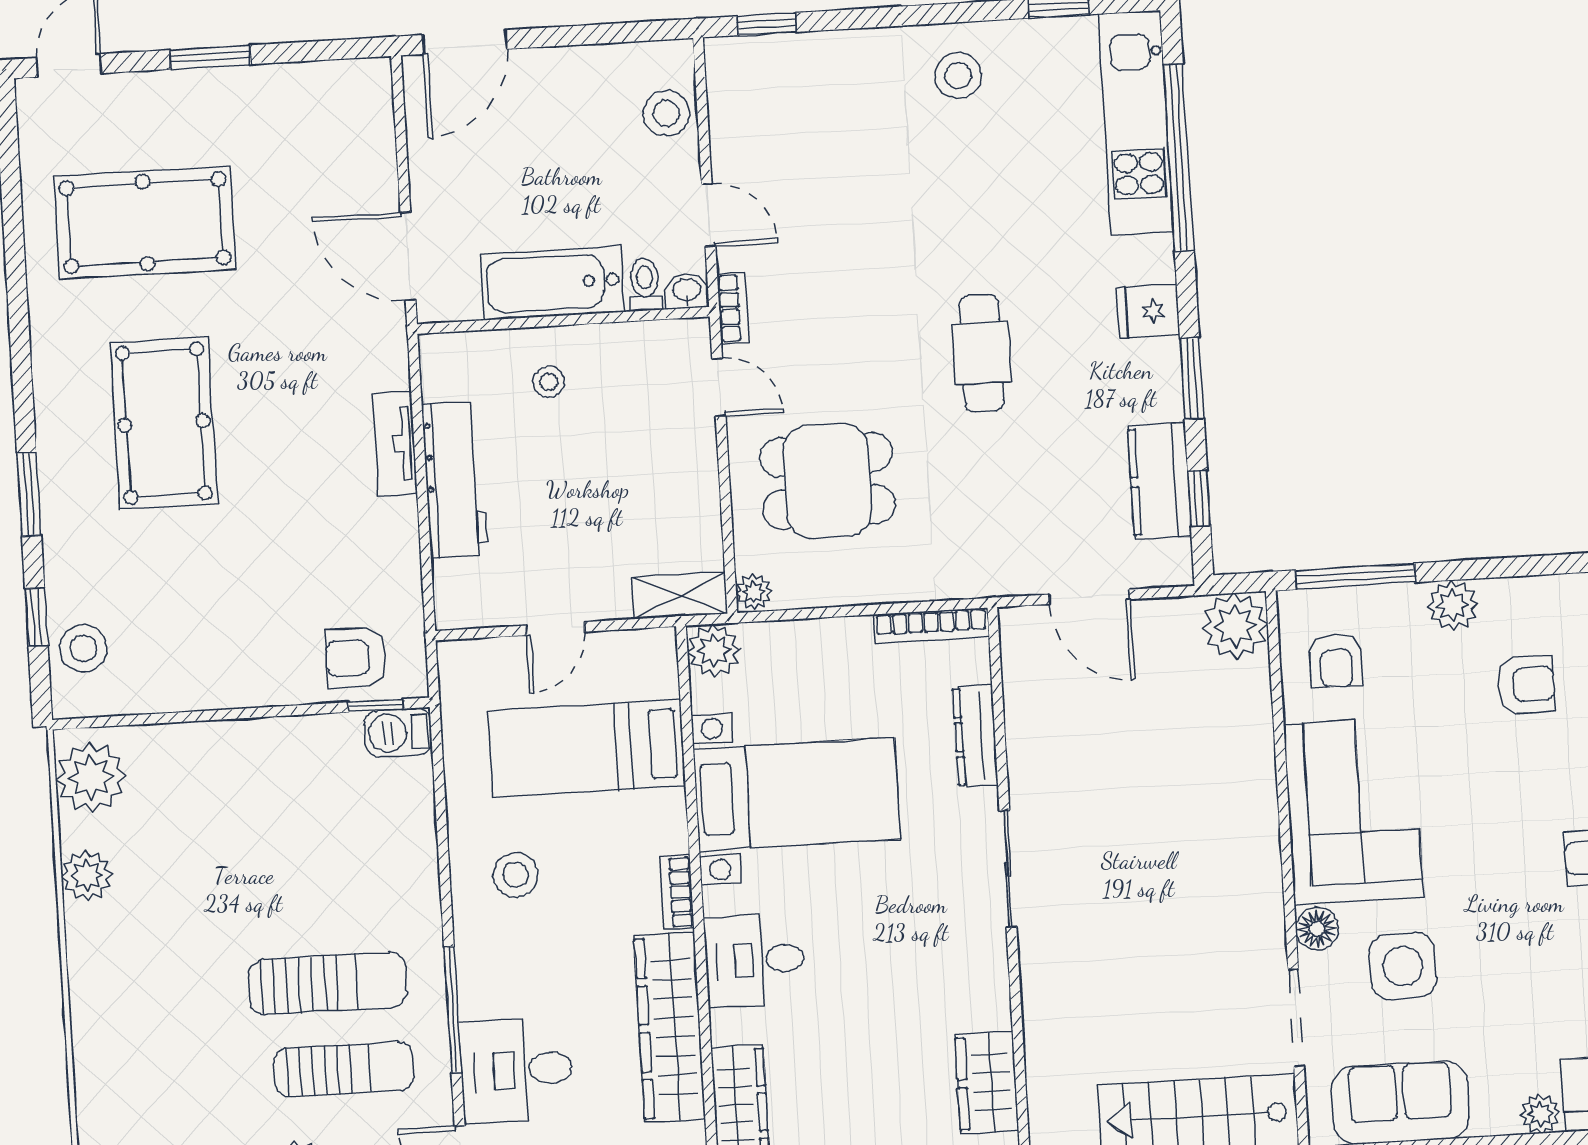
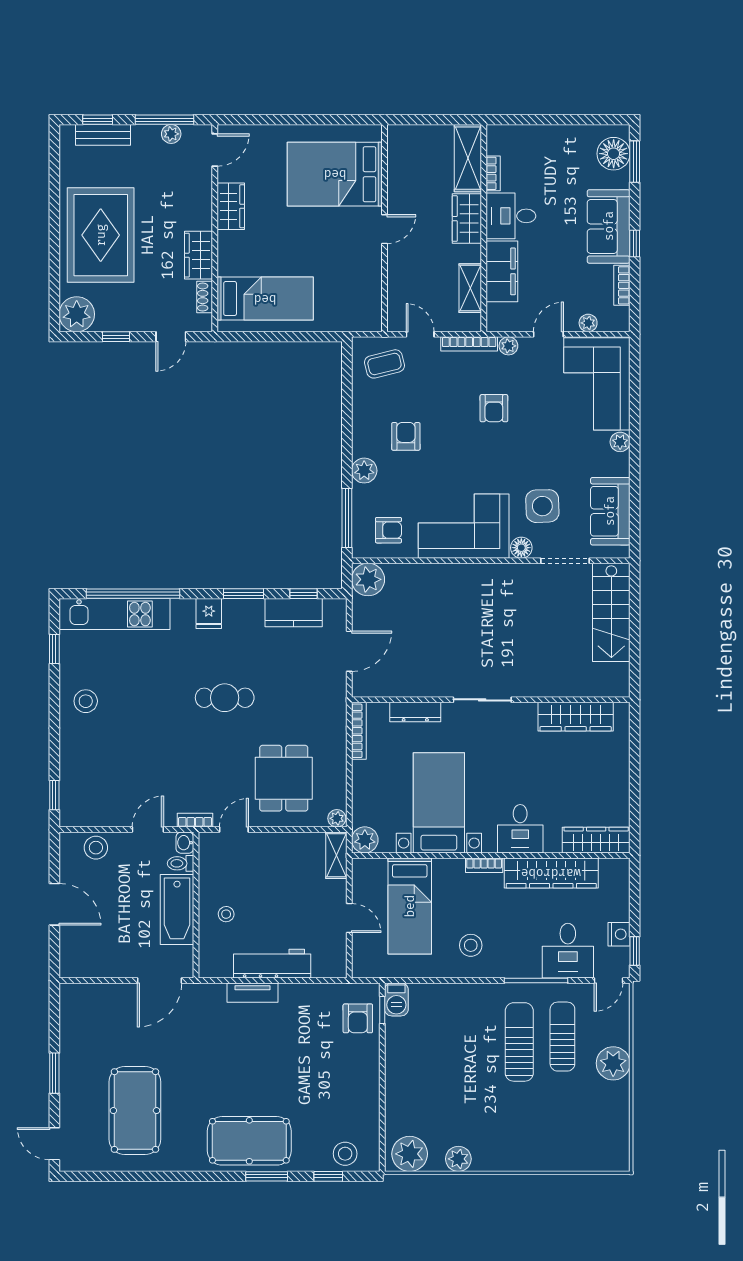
door: (465, 42) -> (54, 904), moved
pool table: (164, 423) -> (249, 1141), moved
wardrobe: (987, 1082) -> (576, 717), width x1.50

